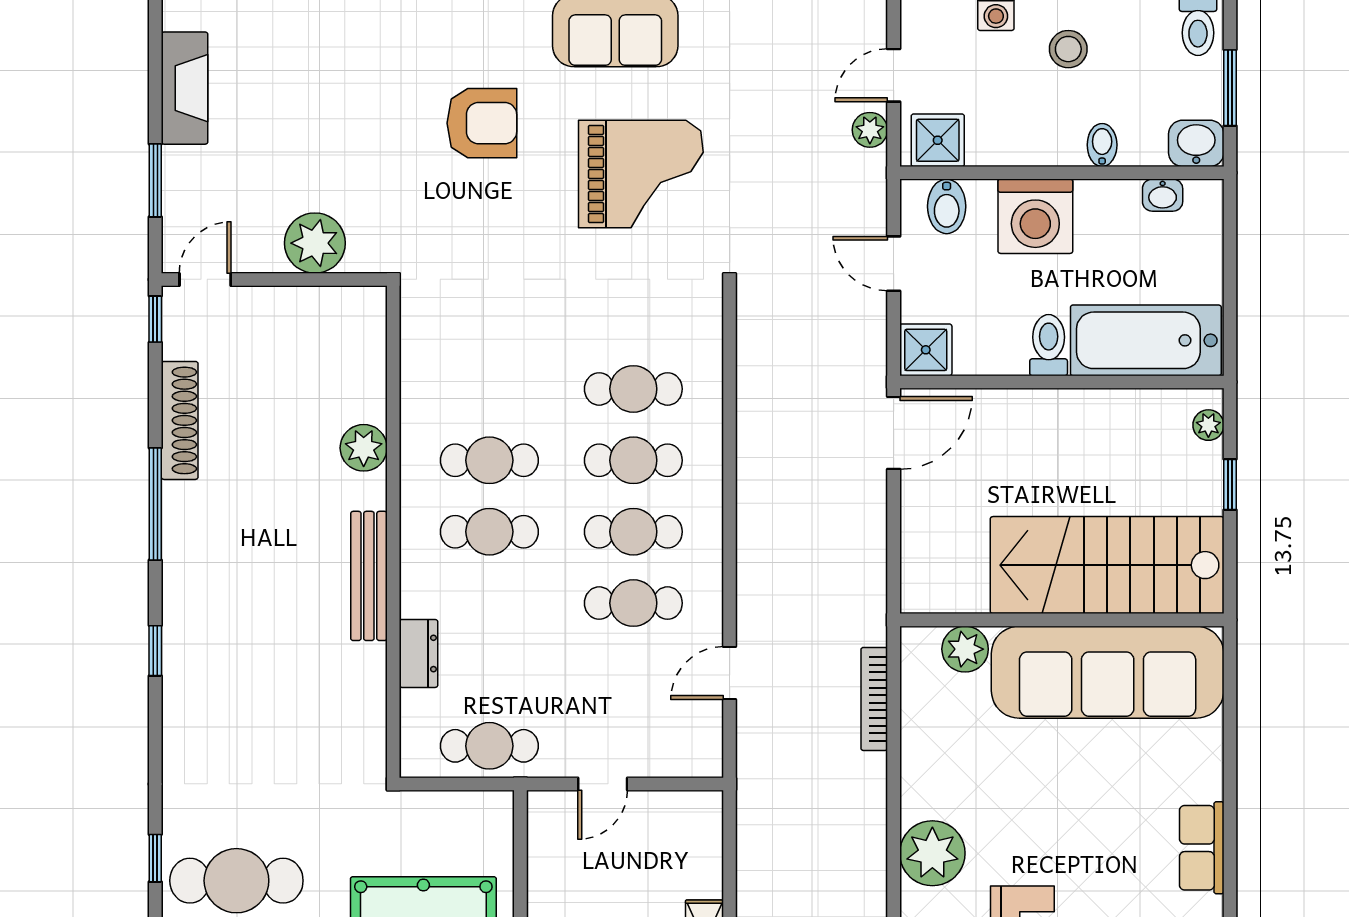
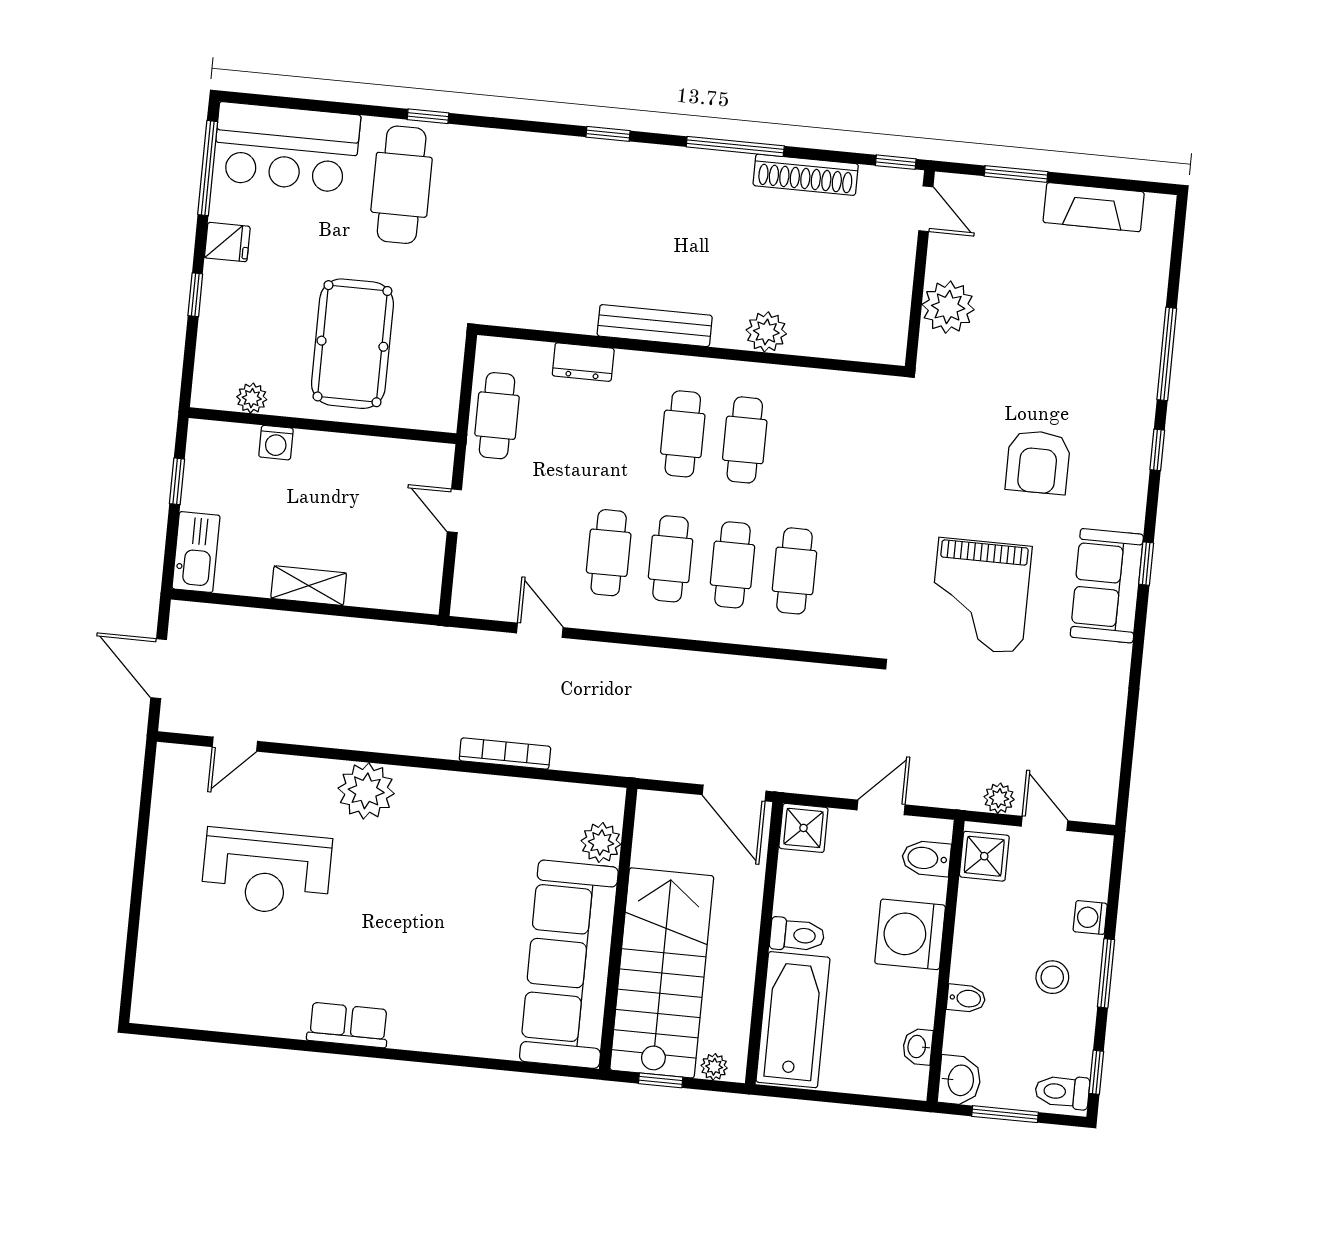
stairs: (1107, 565) -> (662, 973), moved
wall: (1062, 620) -> (618, 929), moved
plant: (965, 649) -> (601, 843), moved
sofa: (1108, 672) -> (569, 964), moved

